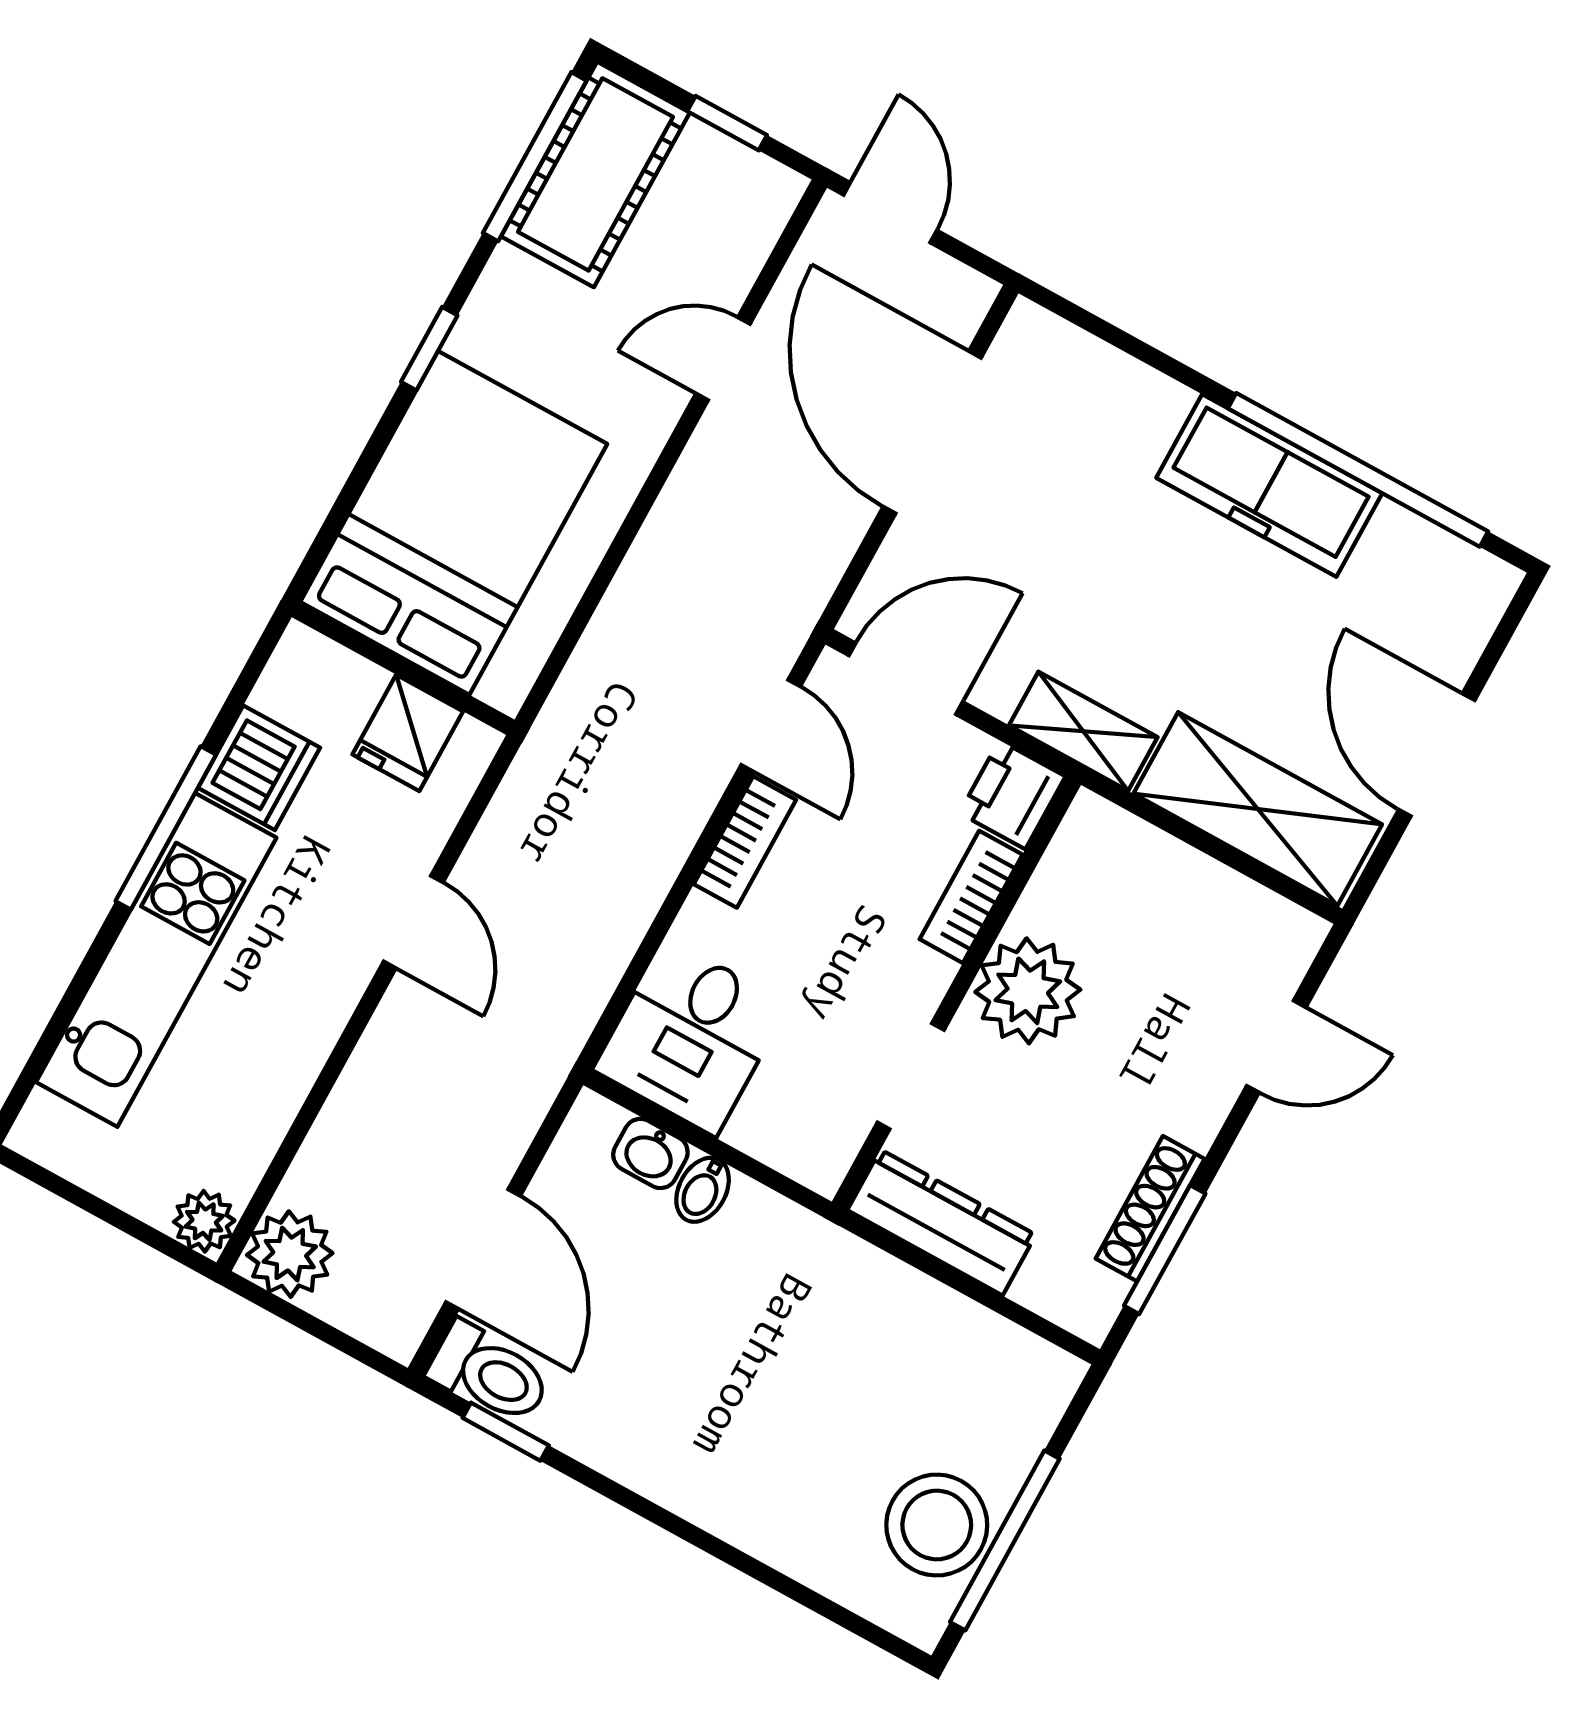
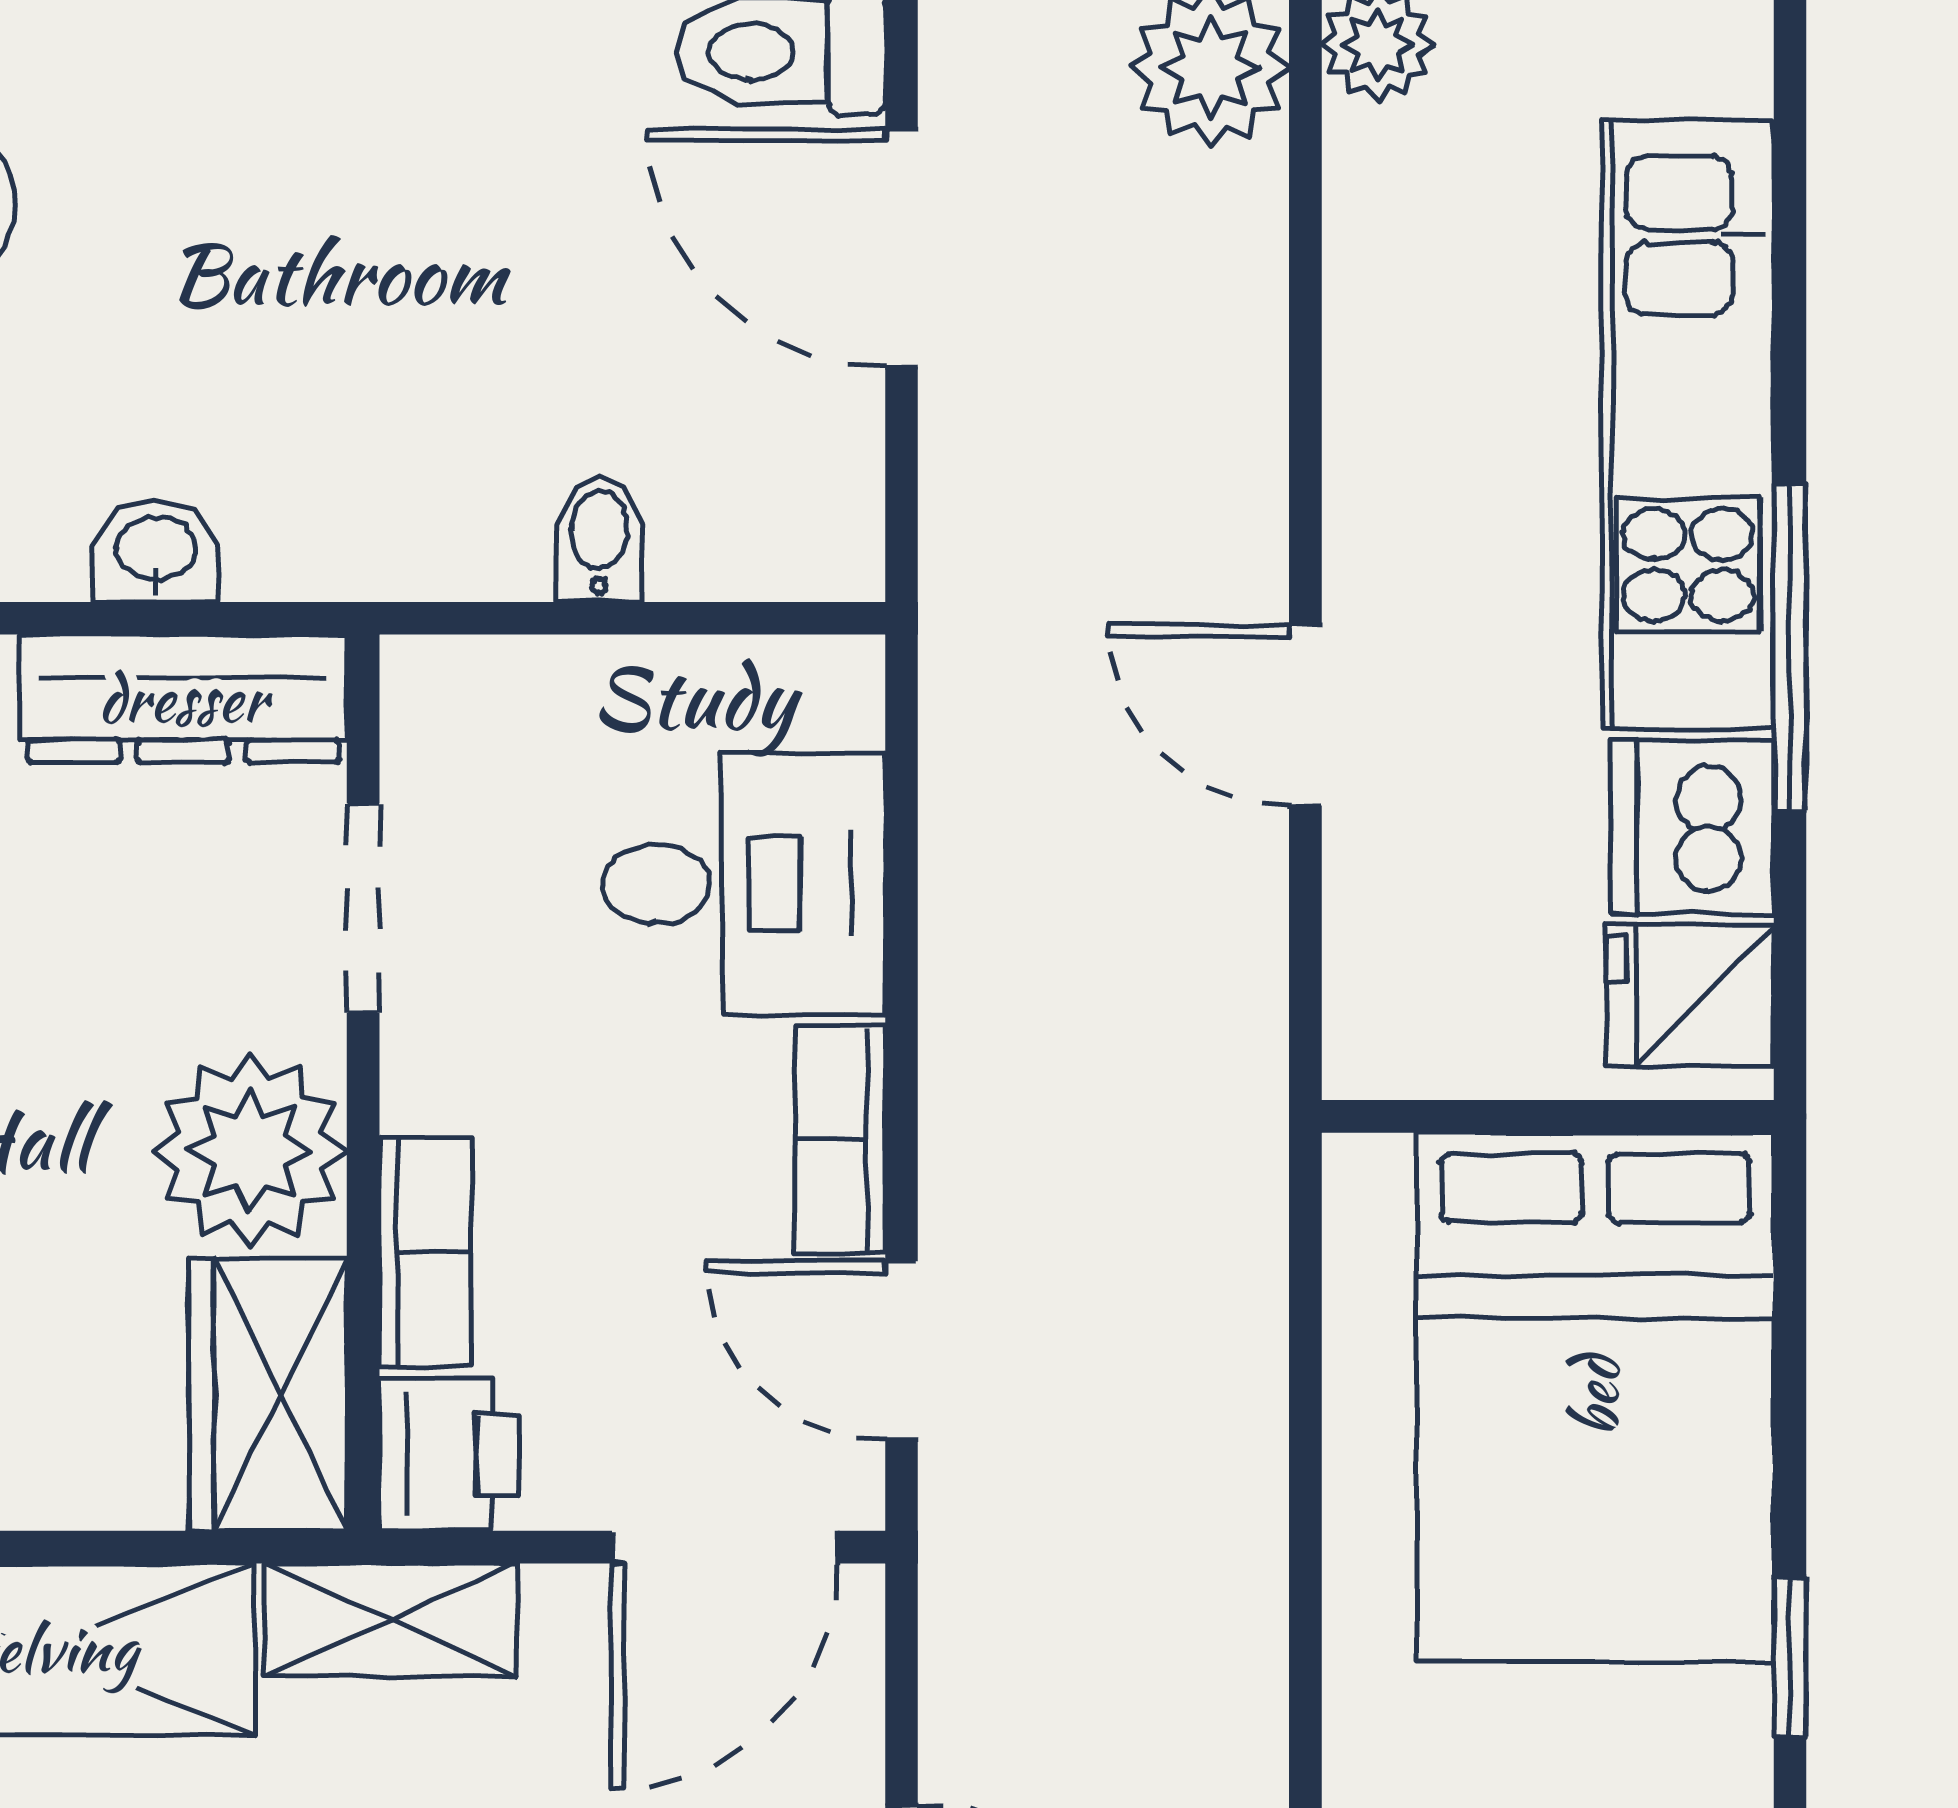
fridge: (408, 733) -> (1690, 996), moved, turned -90
wardrobe: (1083, 870) -> (268, 1395), added
desk: (691, 1037) -> (744, 884), moved, turned 90
washbasin: (650, 1153) -> (156, 551), moved

